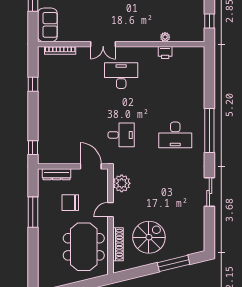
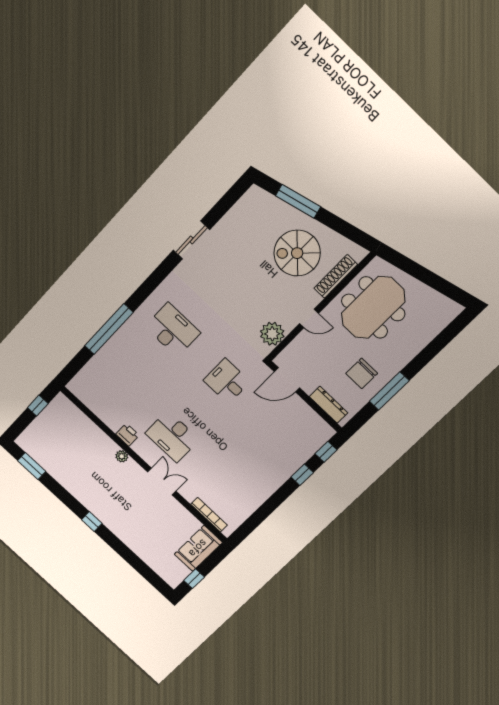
plant: (165, 37) -> (122, 456), moved
printer: (165, 53) -> (128, 435), moved
window: (33, 84) -> (302, 475), moved
window: (209, 131) -> (109, 329), moved
door: (91, 166) -> (287, 380), hinge flipped
chair: (70, 203) -> (362, 373), moved, turned 90

